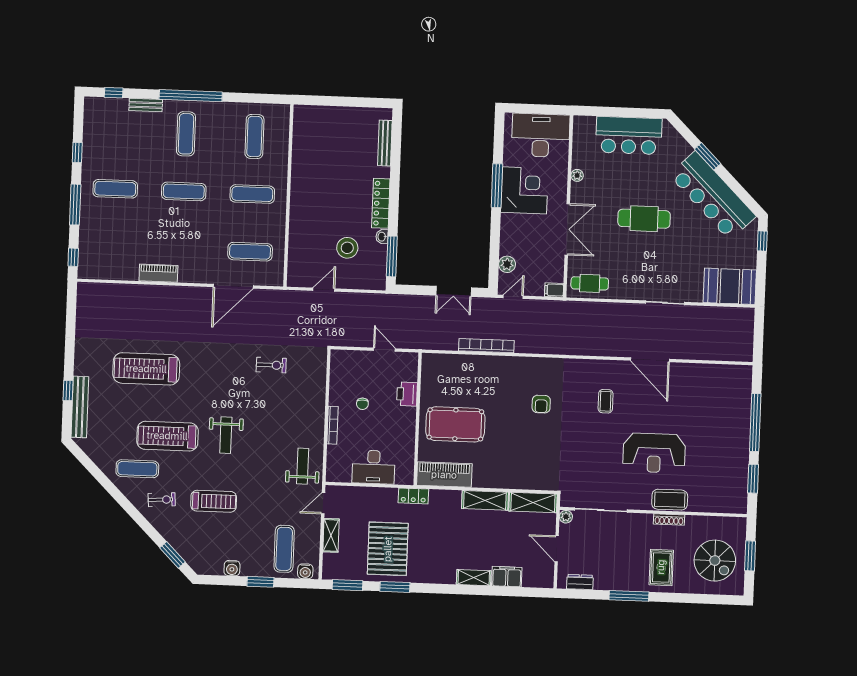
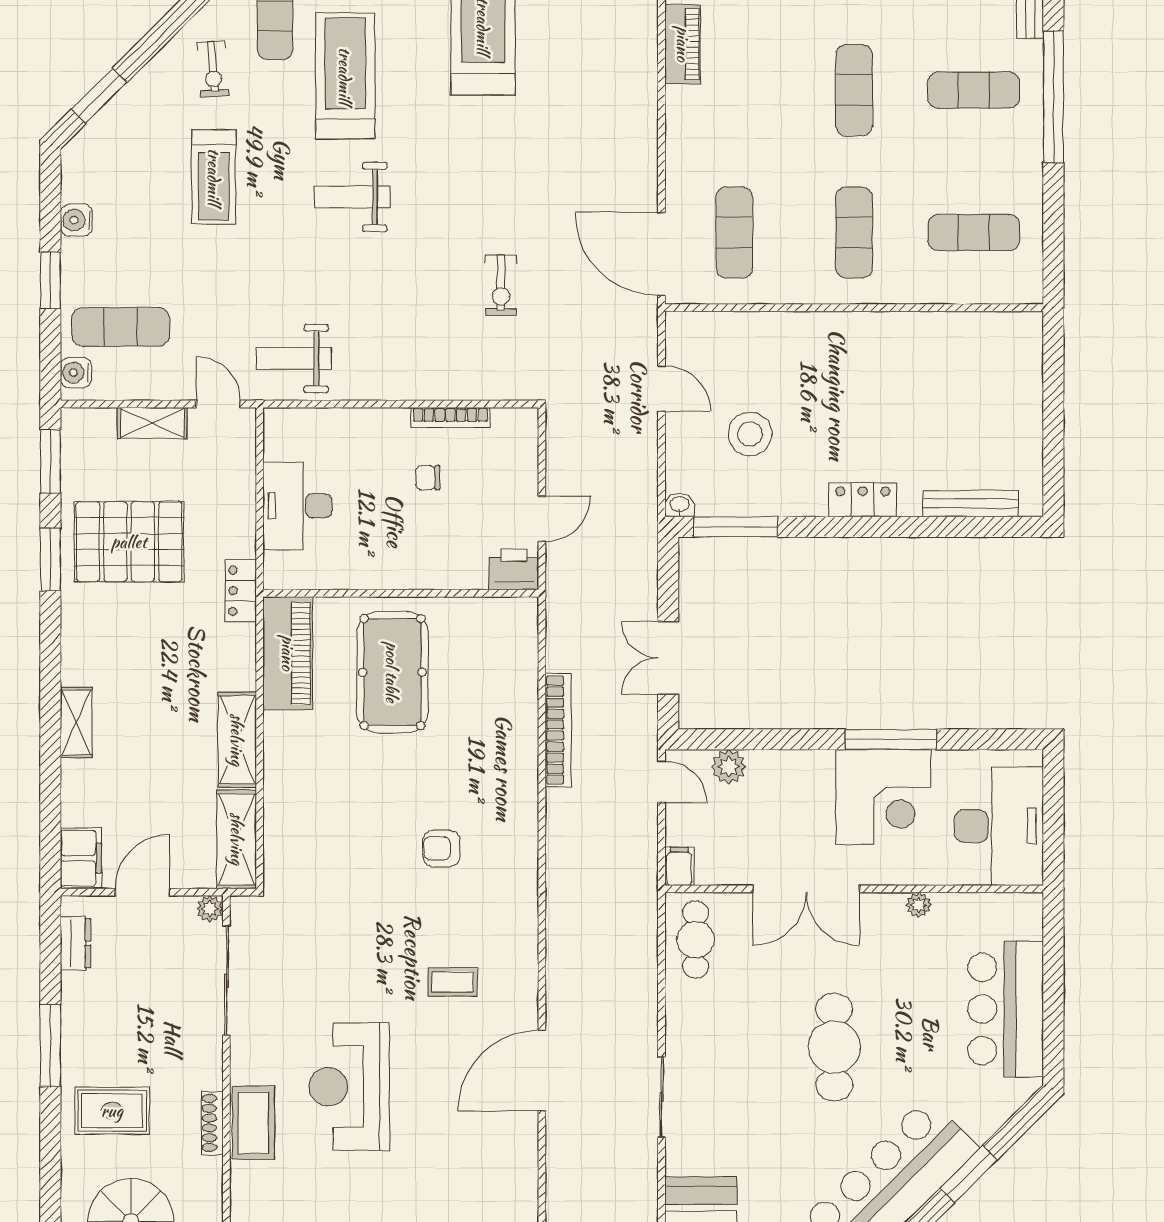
locker: (381, 203) -> (863, 500), width x0.66
washbasin: (382, 237) -> (680, 505), moved
door: (233, 286) -> (661, 254), moved
printer: (407, 394) -> (514, 570), moved
bookcase: (333, 425) -> (451, 417), moved
weight bench: (303, 466) -> (294, 359), turned 180
filing cabinet: (507, 577) -> (81, 858), moved

